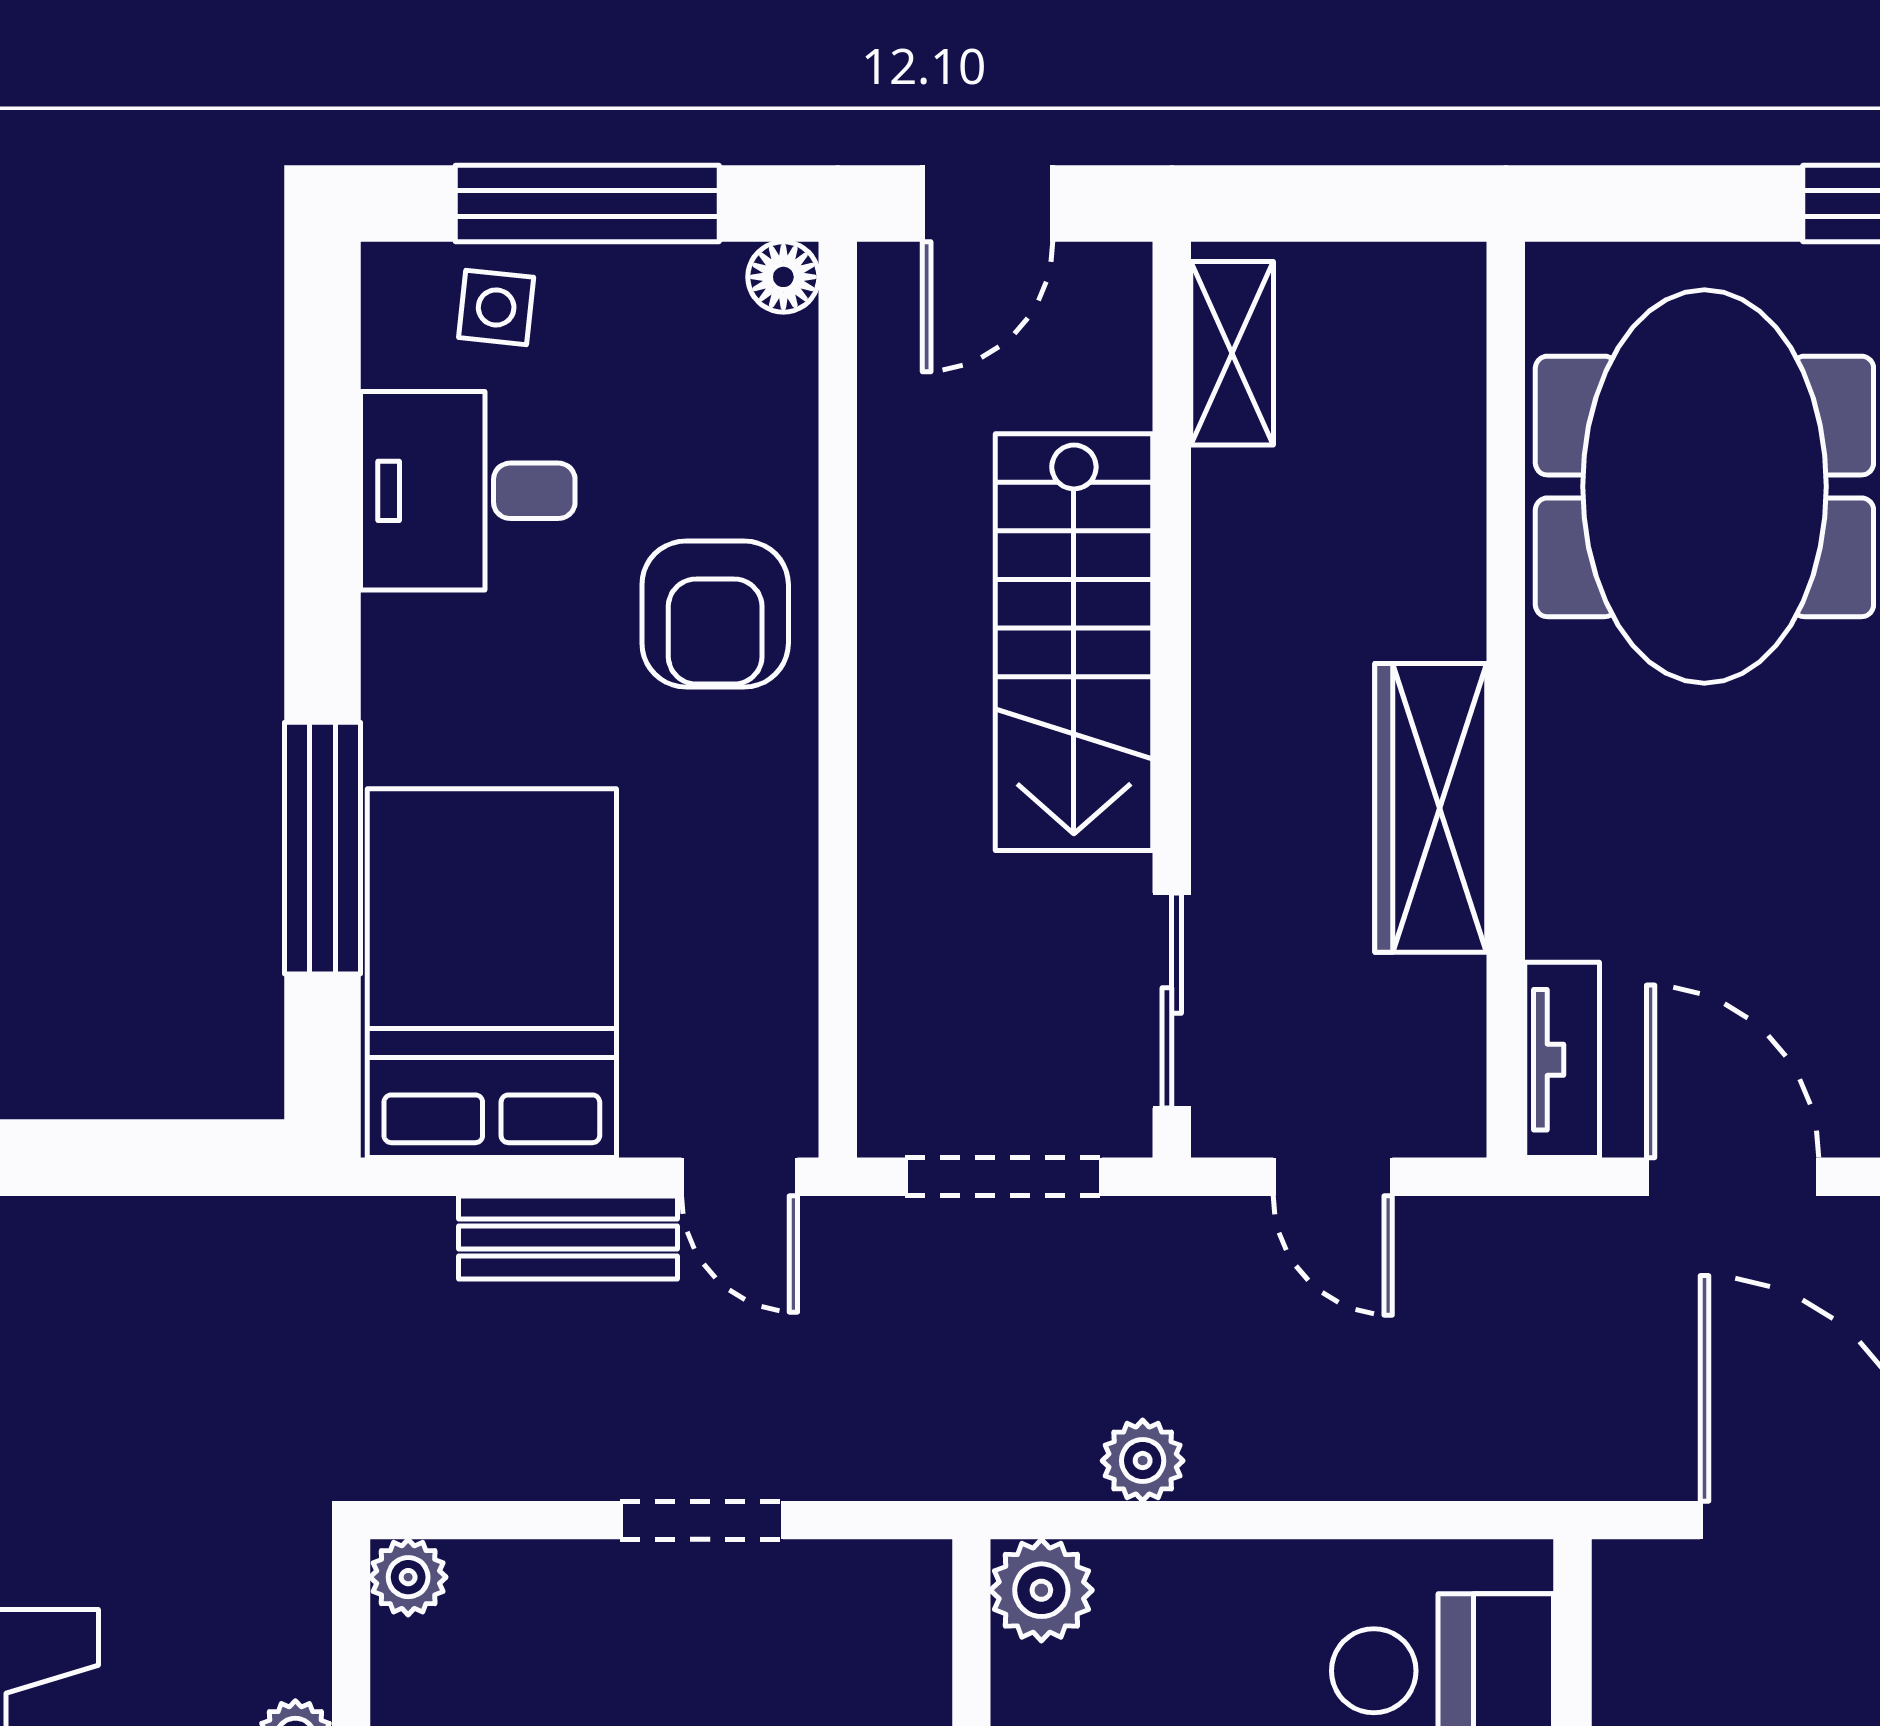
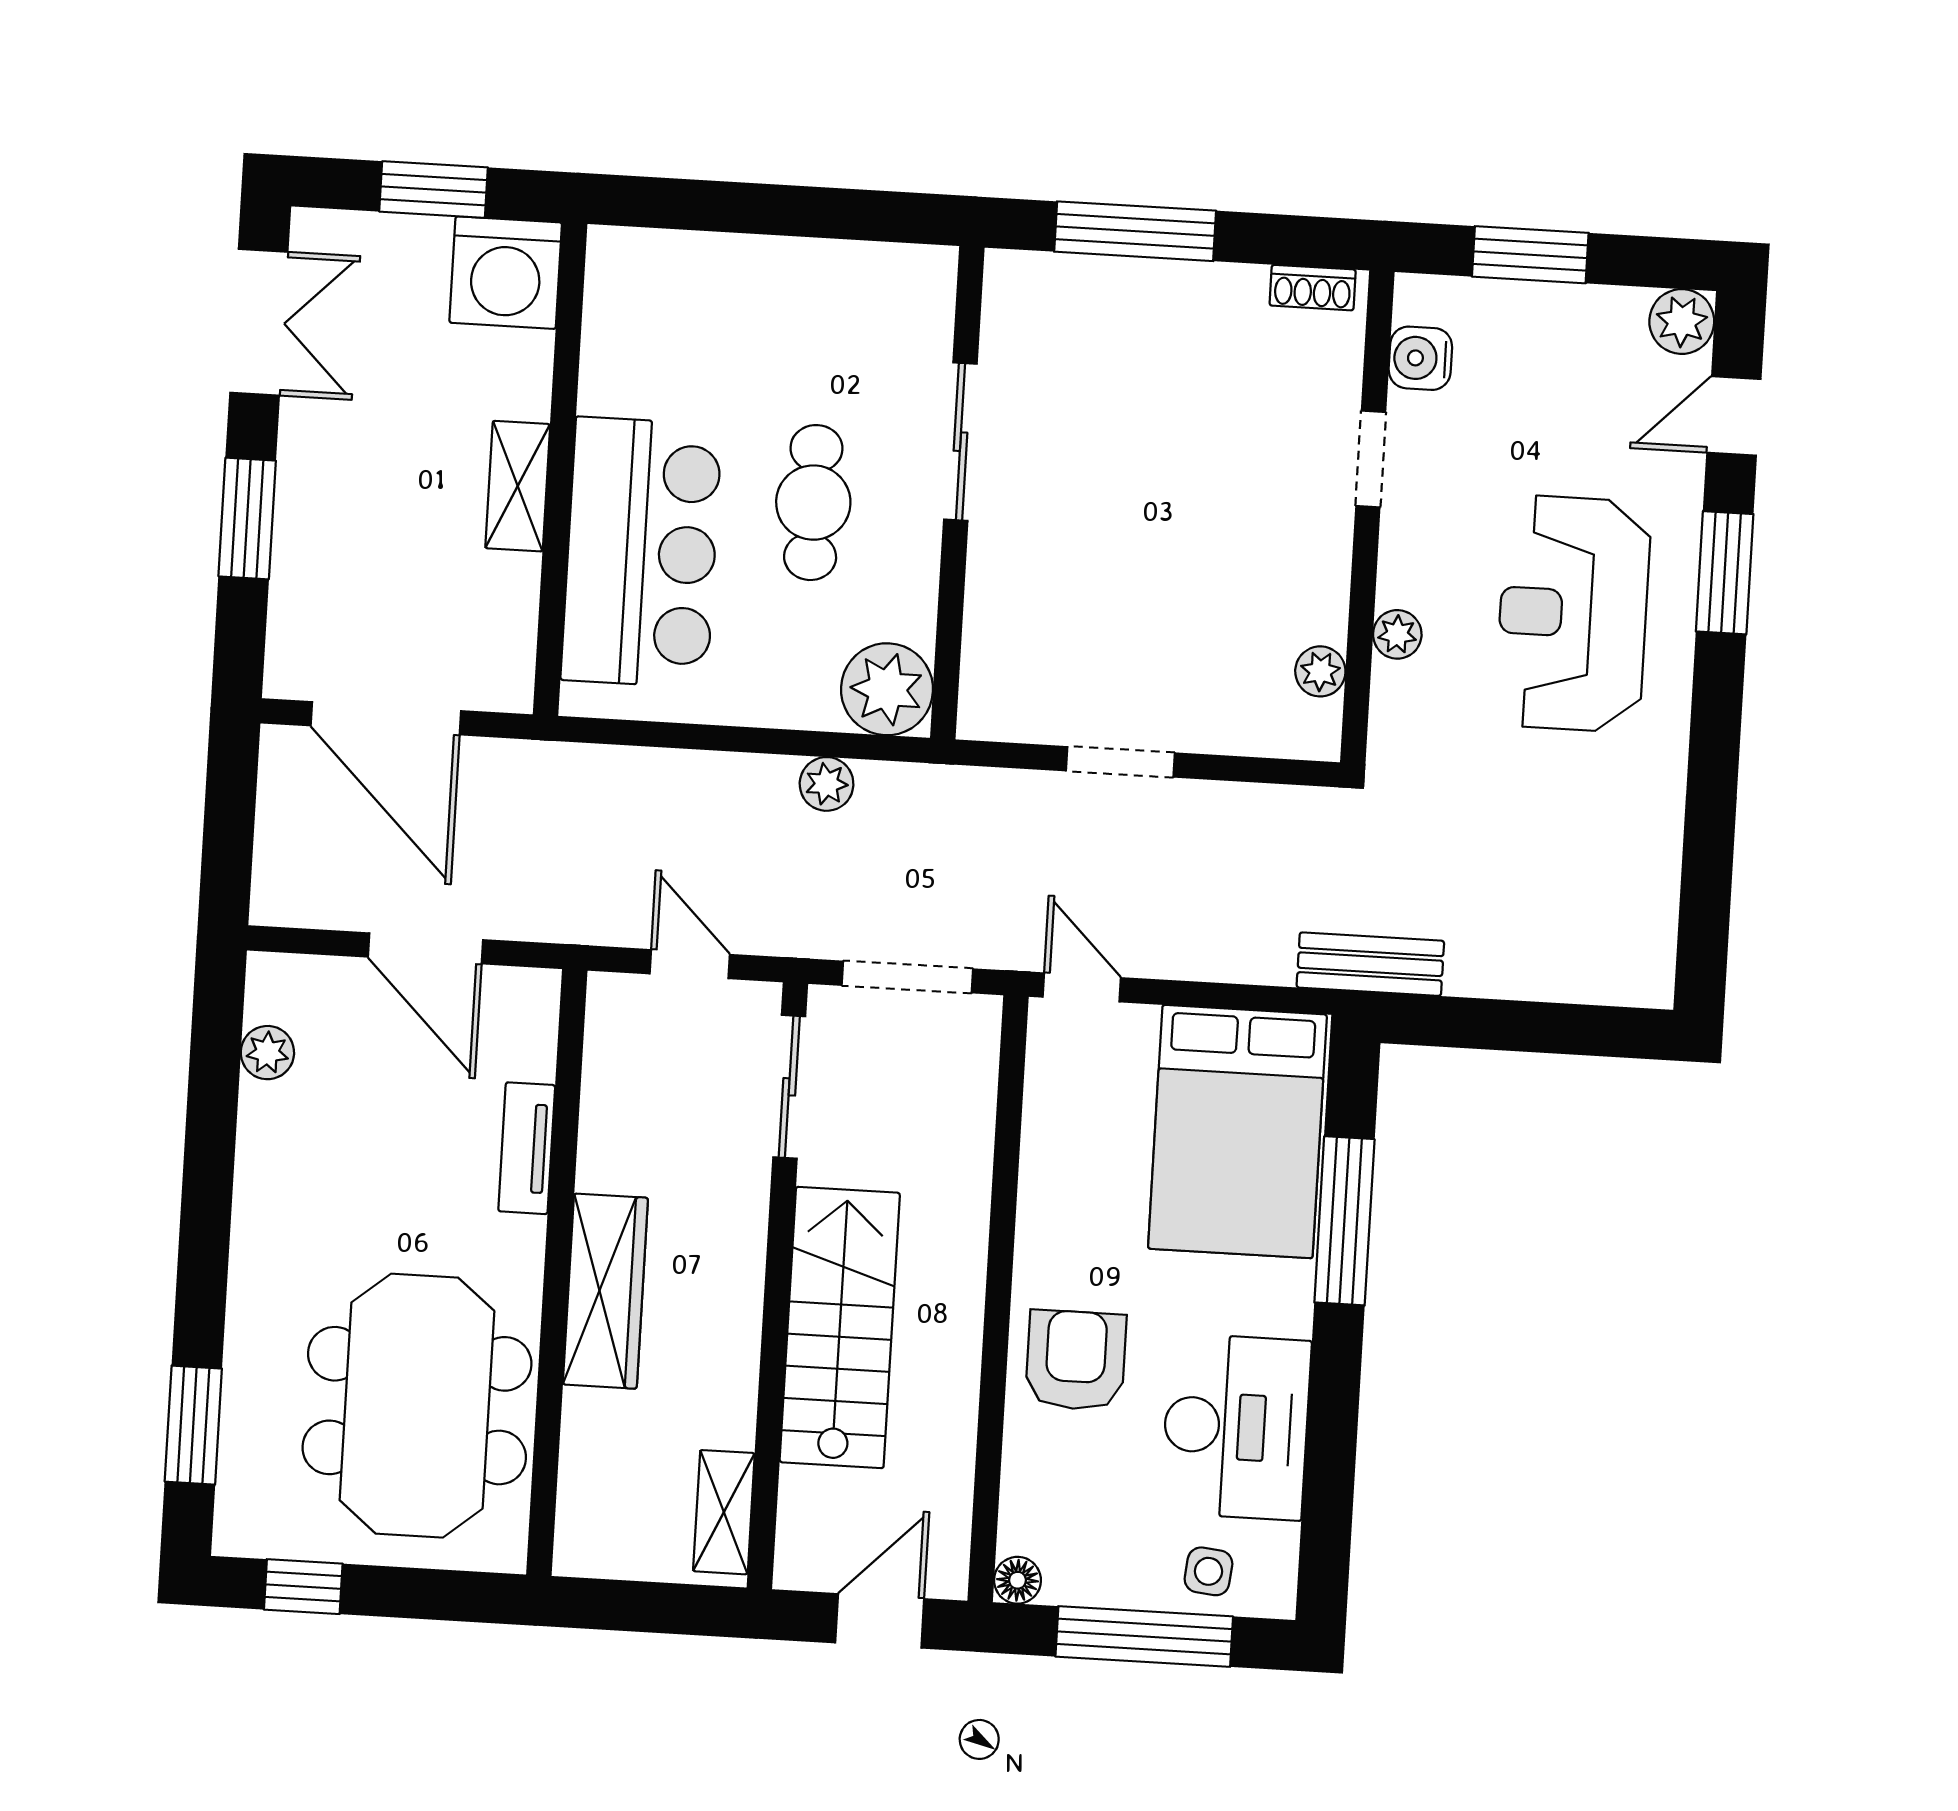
desk: (468, 491) -> (1236, 1427), width x1.37
wardrobe: (1431, 808) -> (605, 1291), moved
tv unit: (1562, 1060) -> (527, 1148), moved
bench: (568, 1237) -> (1370, 964), moved
plant: (408, 1577) -> (1320, 671), moved
plant: (1041, 1590) -> (887, 689), width x1.36, depth x1.36

